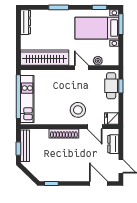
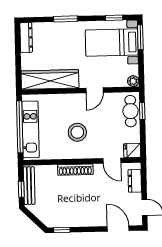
plant: (98, 61) -> (133, 81), moved
door: (82, 68) -> (95, 90), swing flipped
stool: (78, 110) -> (77, 132), moved

